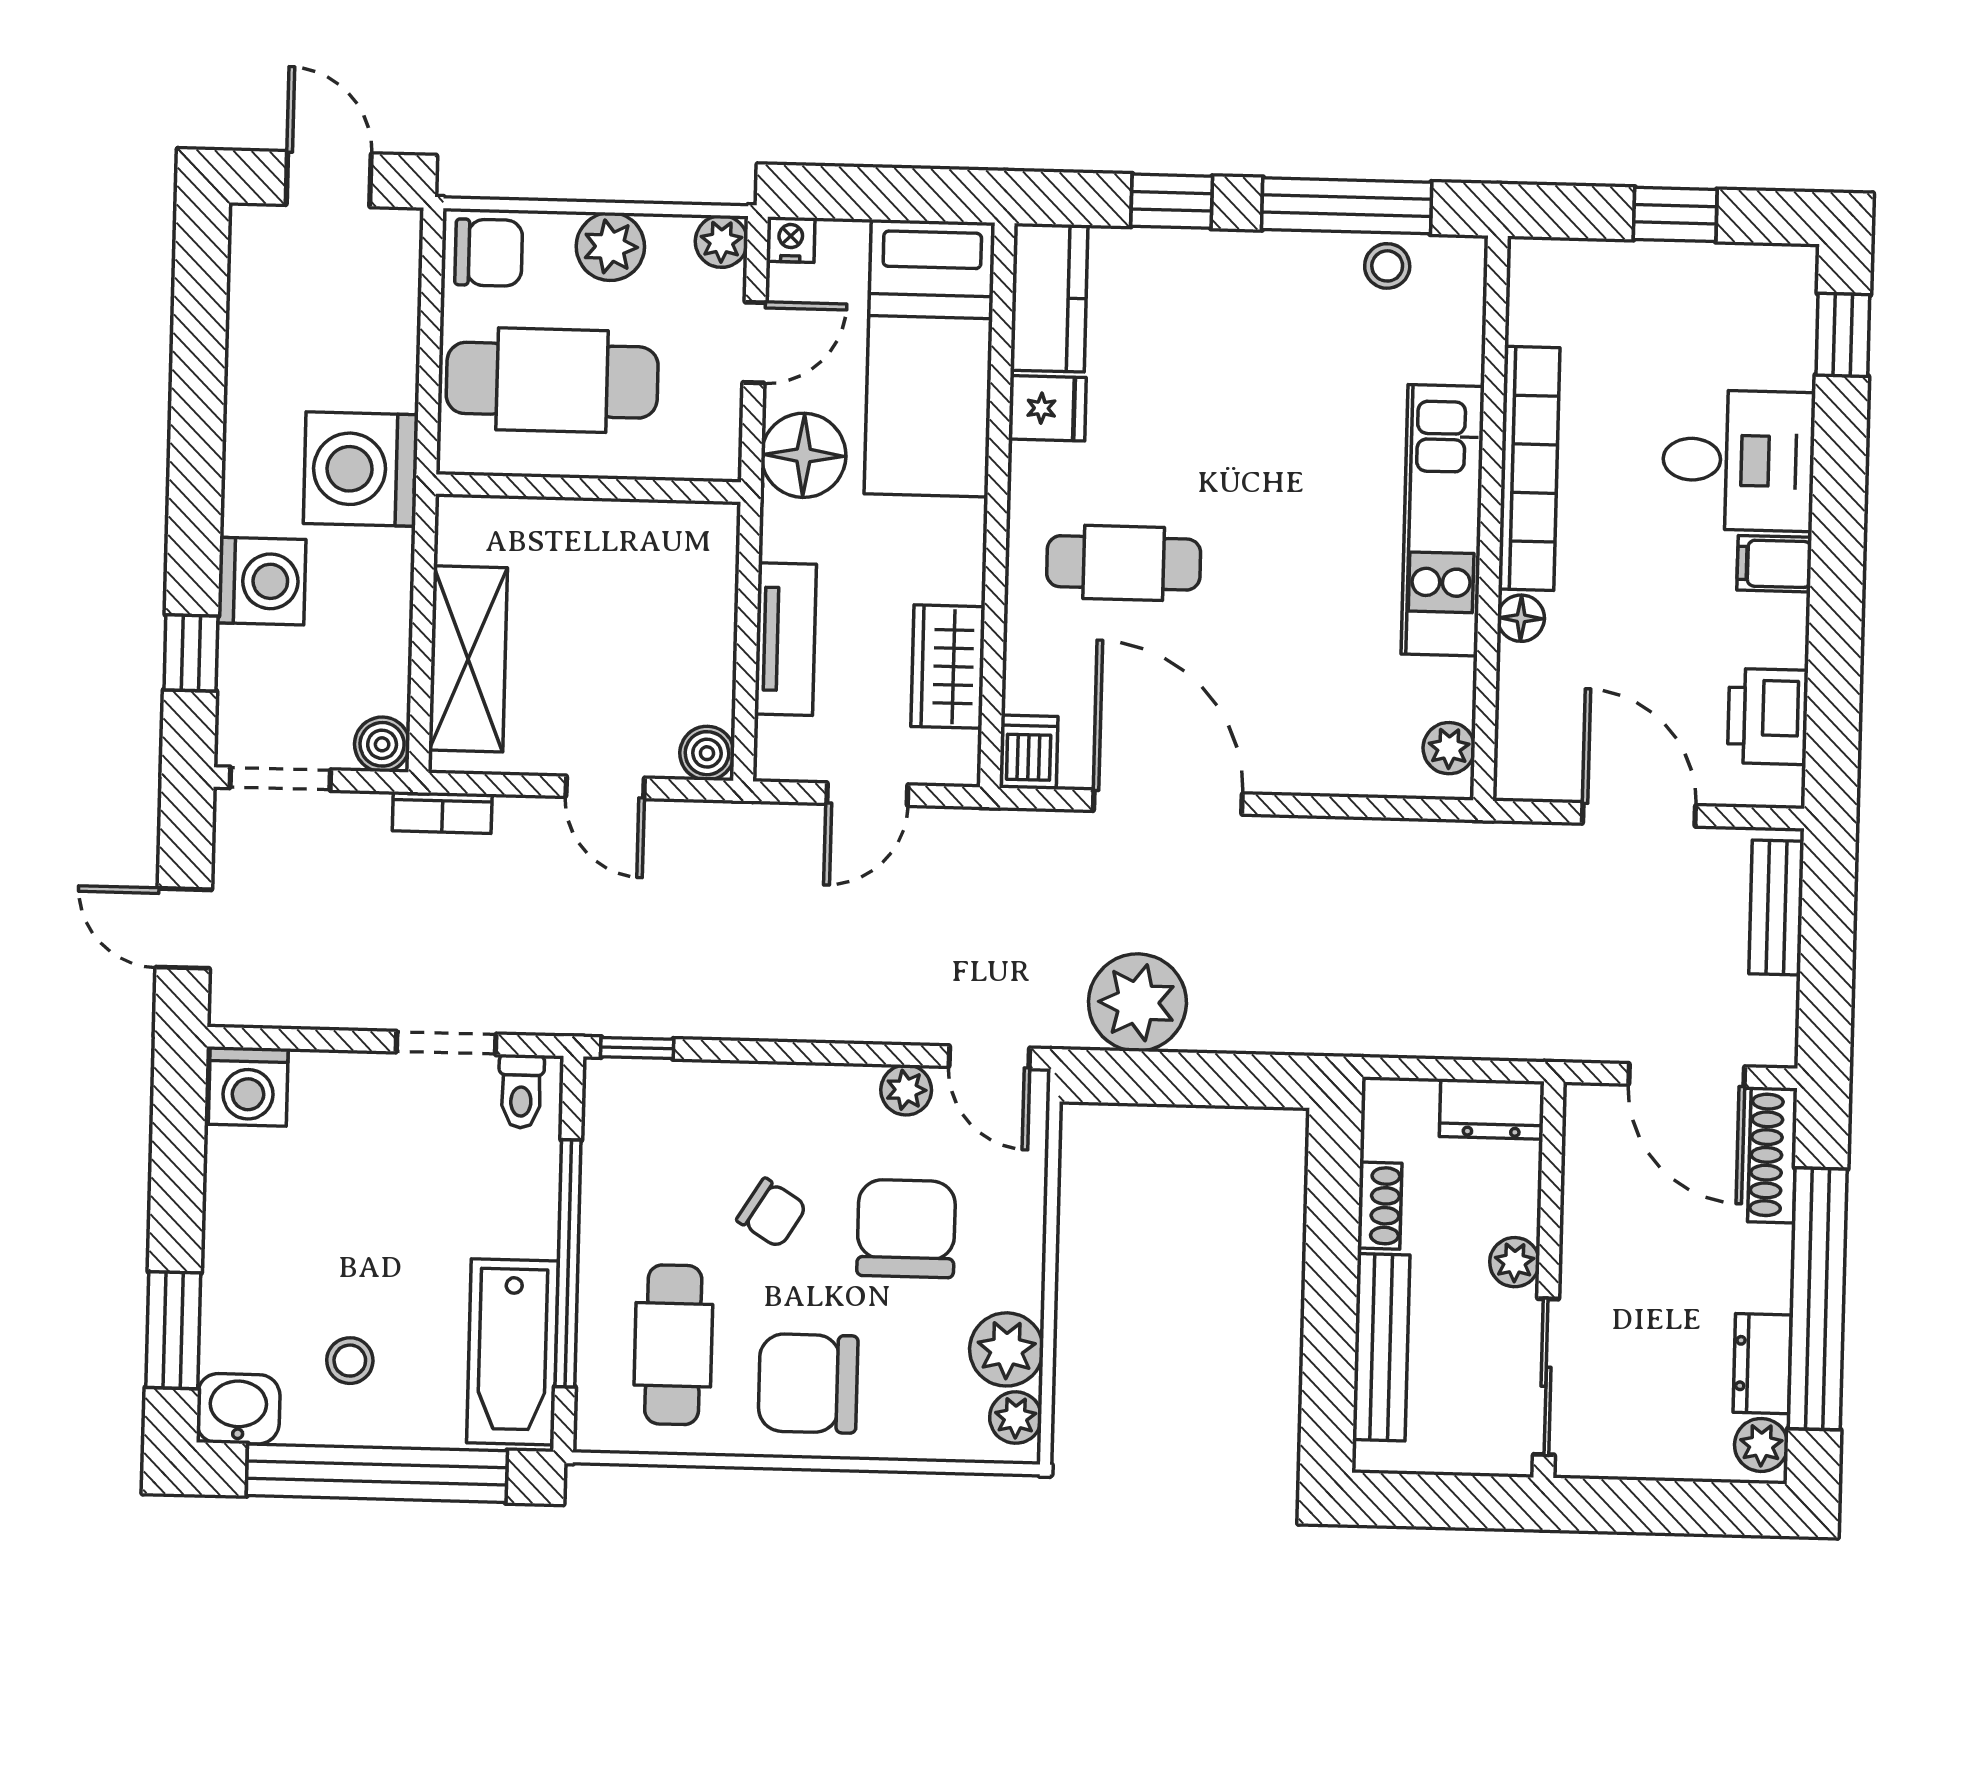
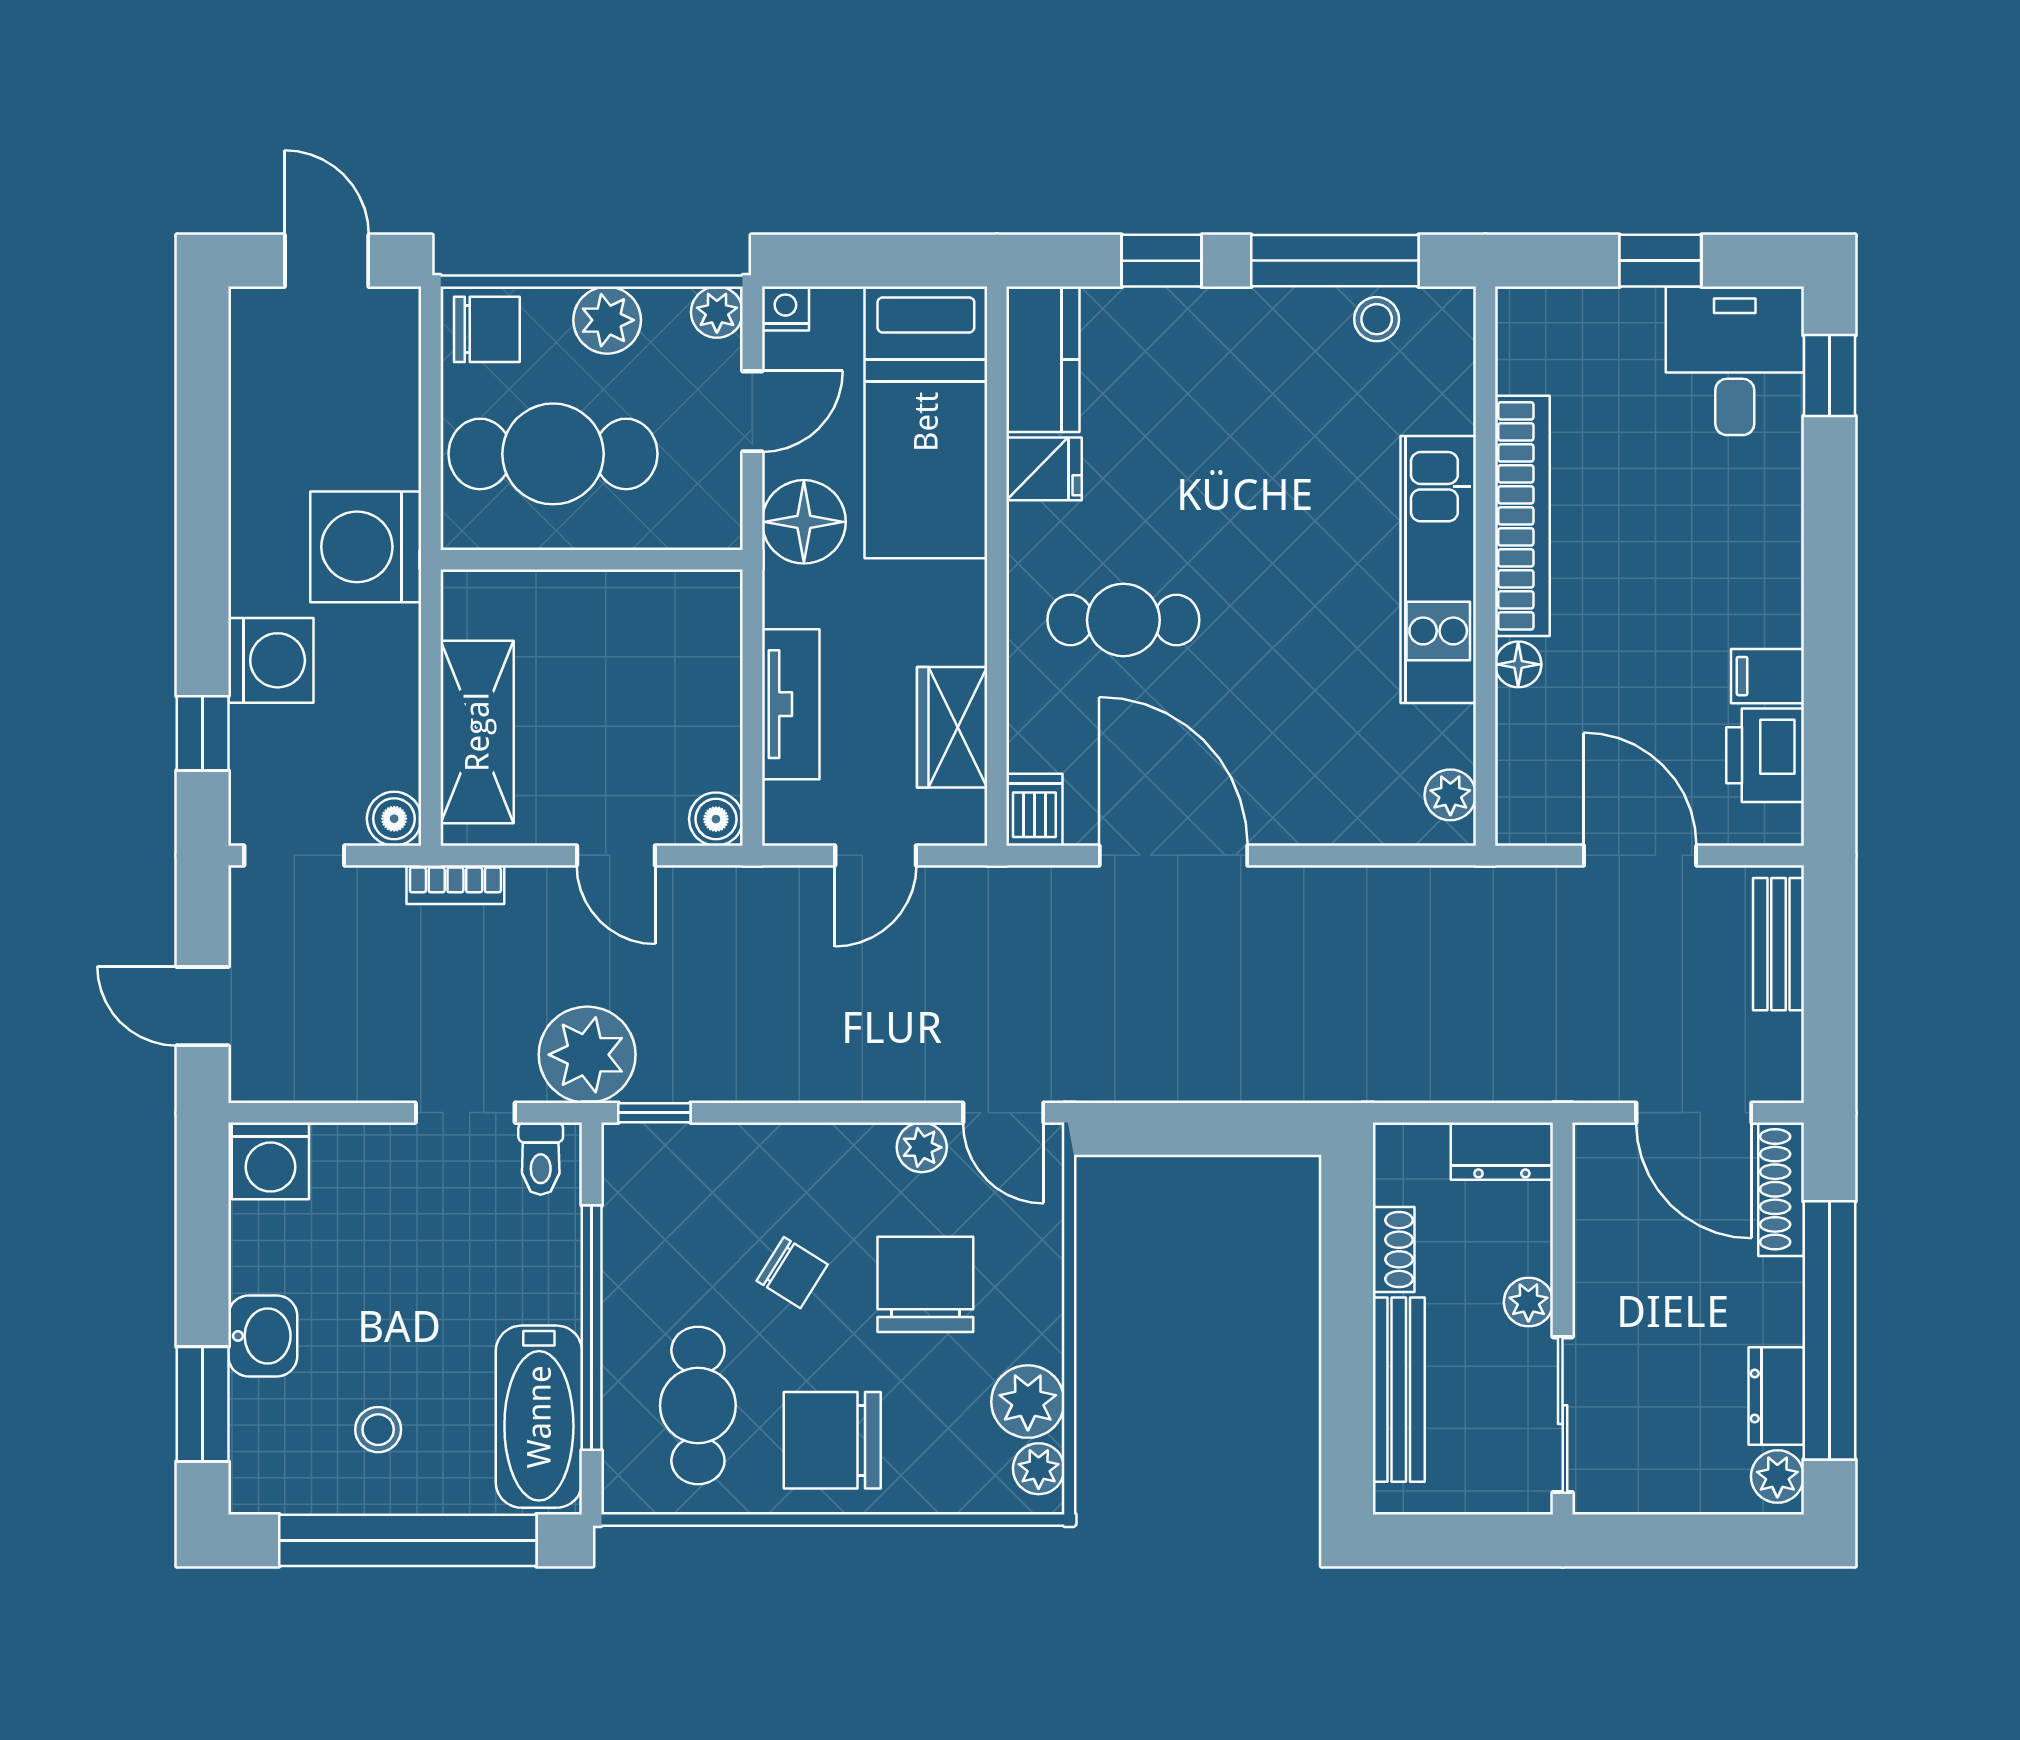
desk: (1738, 460) -> (1735, 361), moved, turned -90
filing cabinet: (1774, 564) -> (1767, 676), moved
plant: (1137, 1003) -> (587, 1055), moved
washbasin: (238, 1409) -> (263, 1336), moved, turned 90

